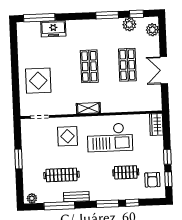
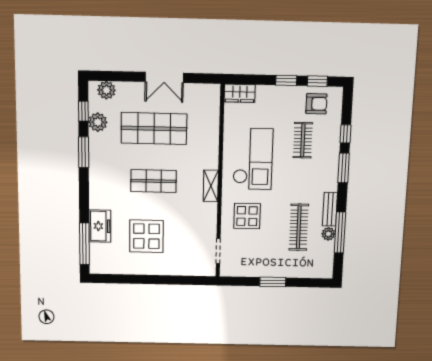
shop shelf: (127, 65) -> (154, 128), width x1.43, depth x1.36
display table: (38, 81) -> (146, 236), moved
plant: (32, 198) -> (328, 234), moved

